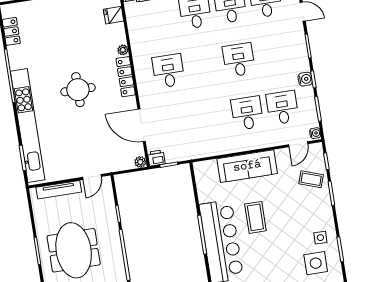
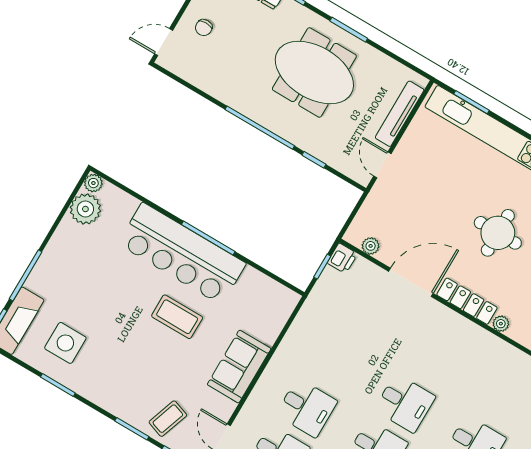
desk: (168, 71) -> (405, 403), moved
door: (142, 125) -> (411, 282), moved
plant: (140, 162) -> (371, 246), moved
sofa: (247, 166) -> (239, 367), width x0.73
side table: (320, 238) -> (91, 373), removed

